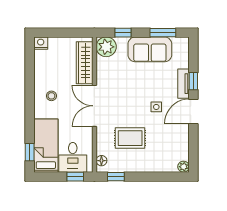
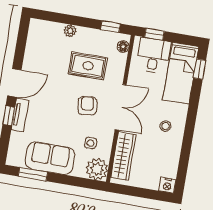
window: (123, 33) -> (76, 181), removed
armchair: (124, 102) -> (87, 106), added
side table: (156, 107) -> (91, 143), moved
plant: (184, 167) -> (70, 31), moved

